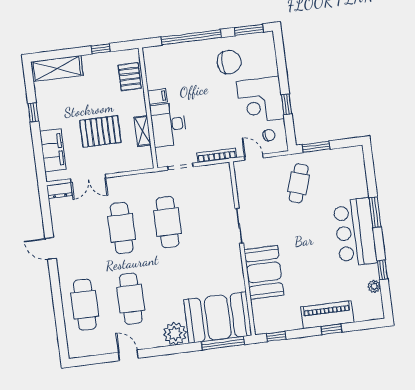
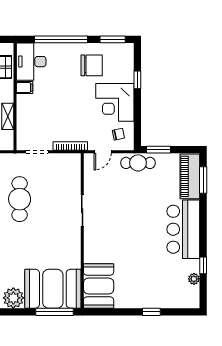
window: (287, 104) -> (137, 80), moved
desk: (168, 125) -> (31, 62), moved
door: (254, 157) -> (103, 152), swing flipped
cafe table: (299, 183) -> (138, 163), moved, turned 72
window: (375, 212) -> (203, 180), moved
booth: (264, 272) -> (99, 286), moved
piano: (327, 315) -> (190, 176), moved, turned -90
window: (276, 336) -> (102, 312), removed

